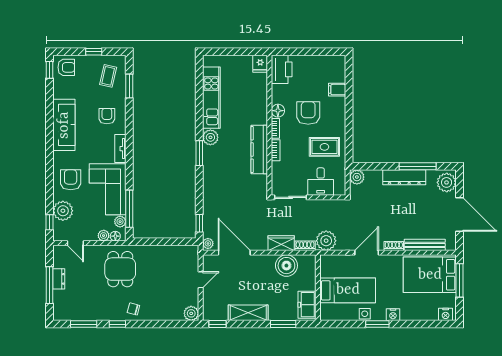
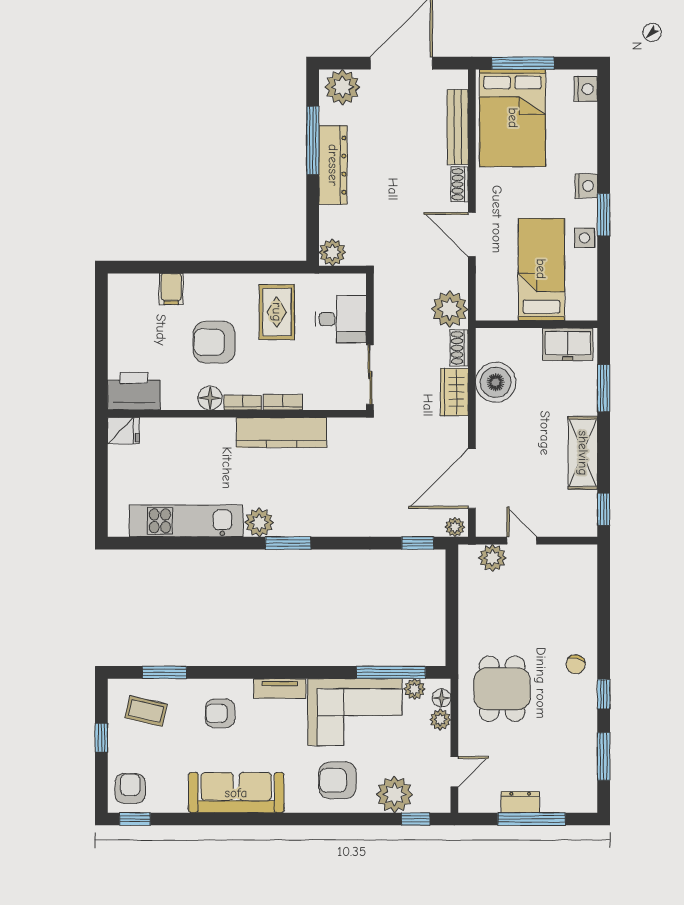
dining table: (120, 269) -> (502, 689), turned 90
plant: (191, 313) -> (492, 558), moved

